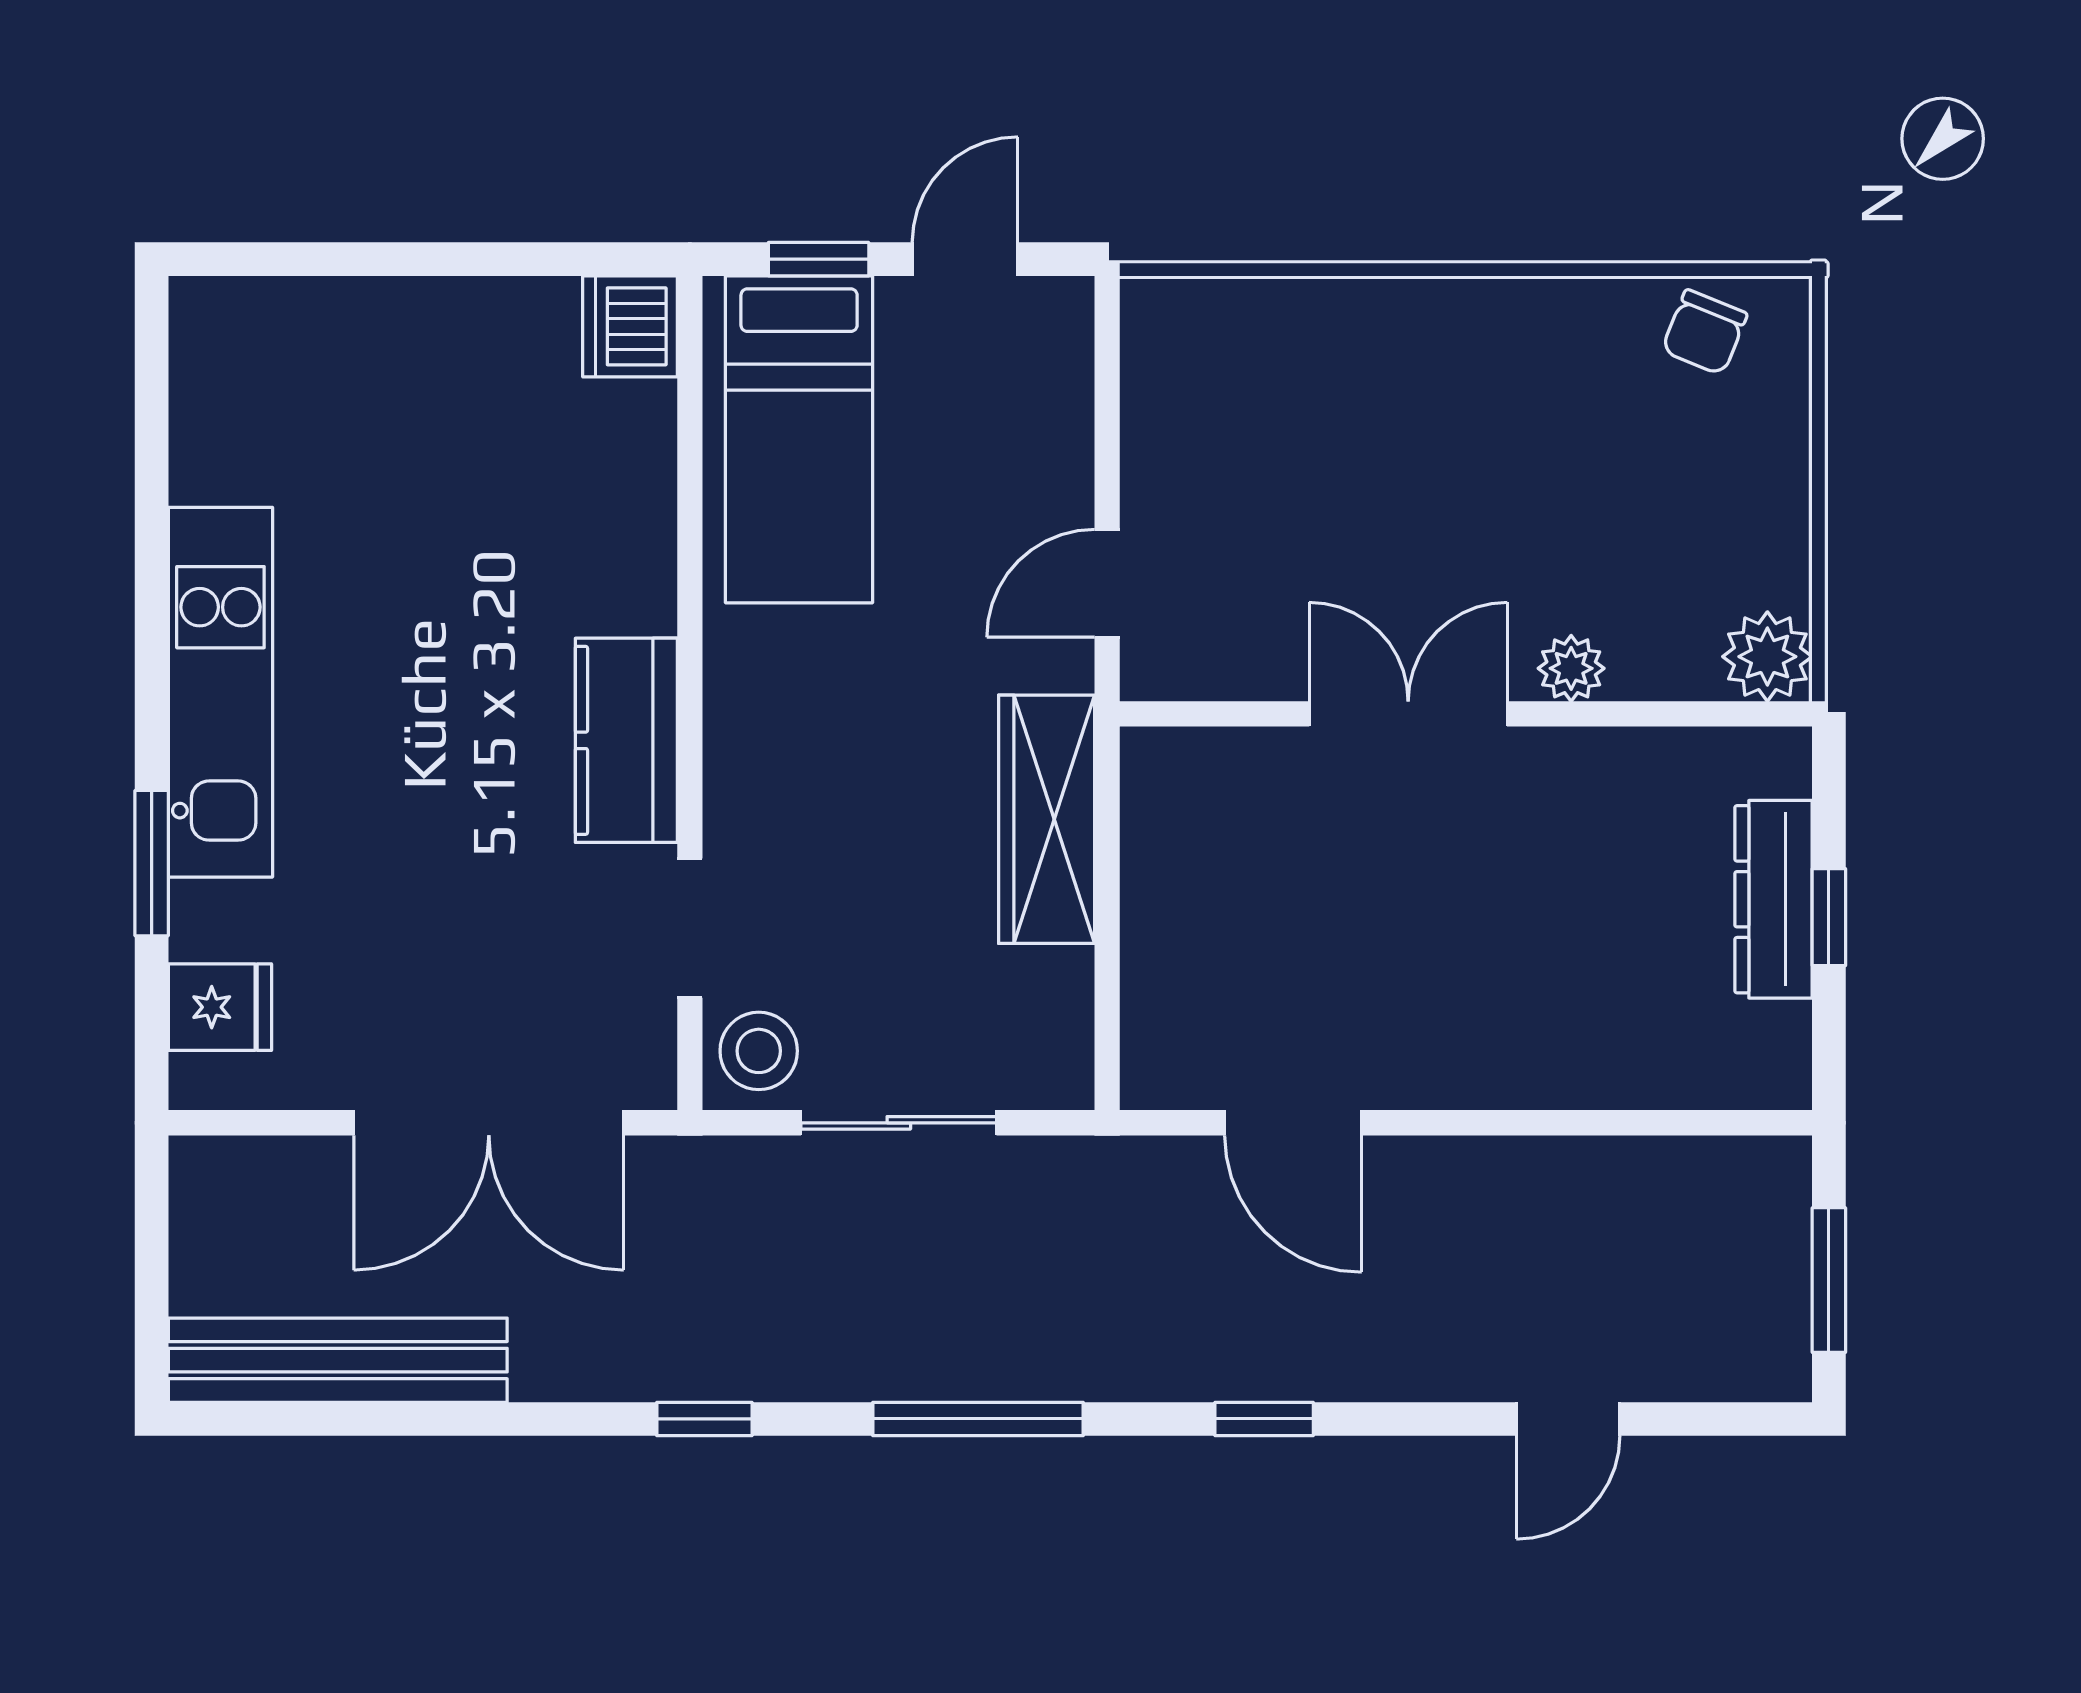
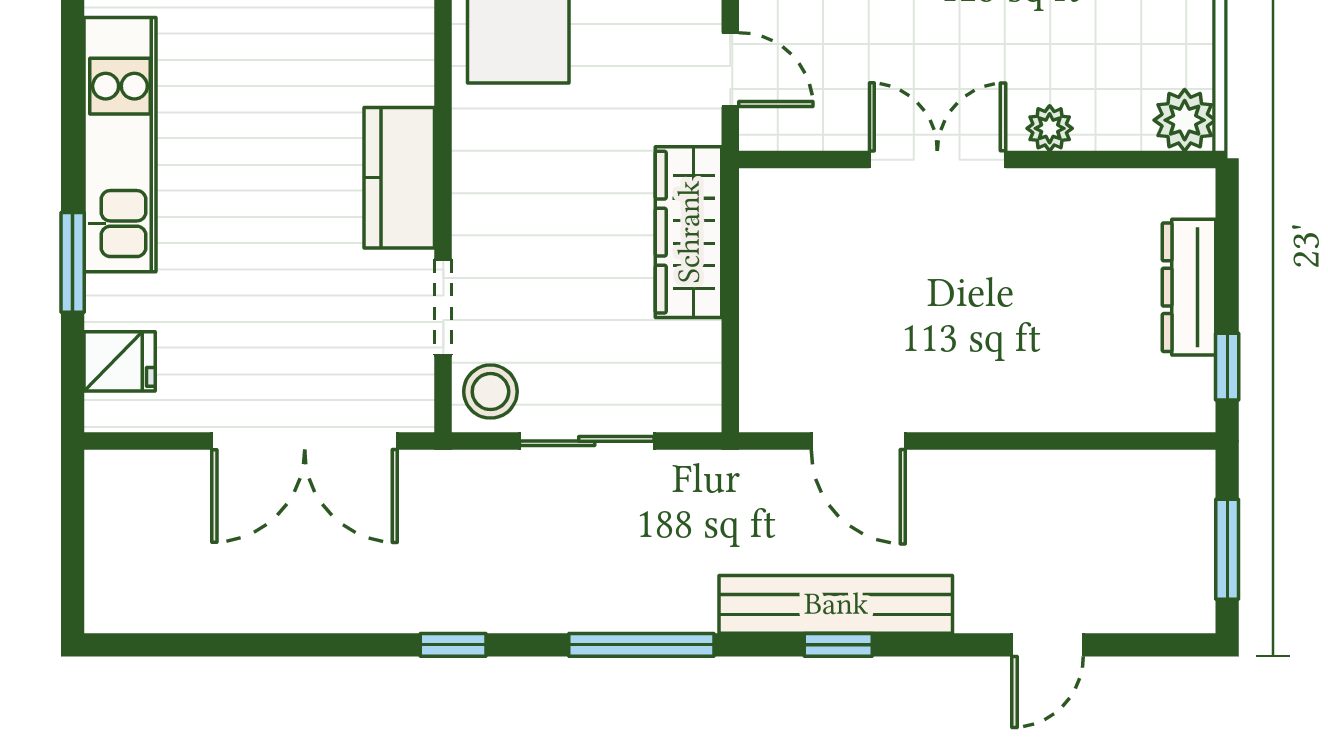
door: (1107, 583) -> (730, 70), swing flipped
window: (1829, 917) -> (1227, 367), moved
bench: (338, 1360) -> (836, 604), moved

